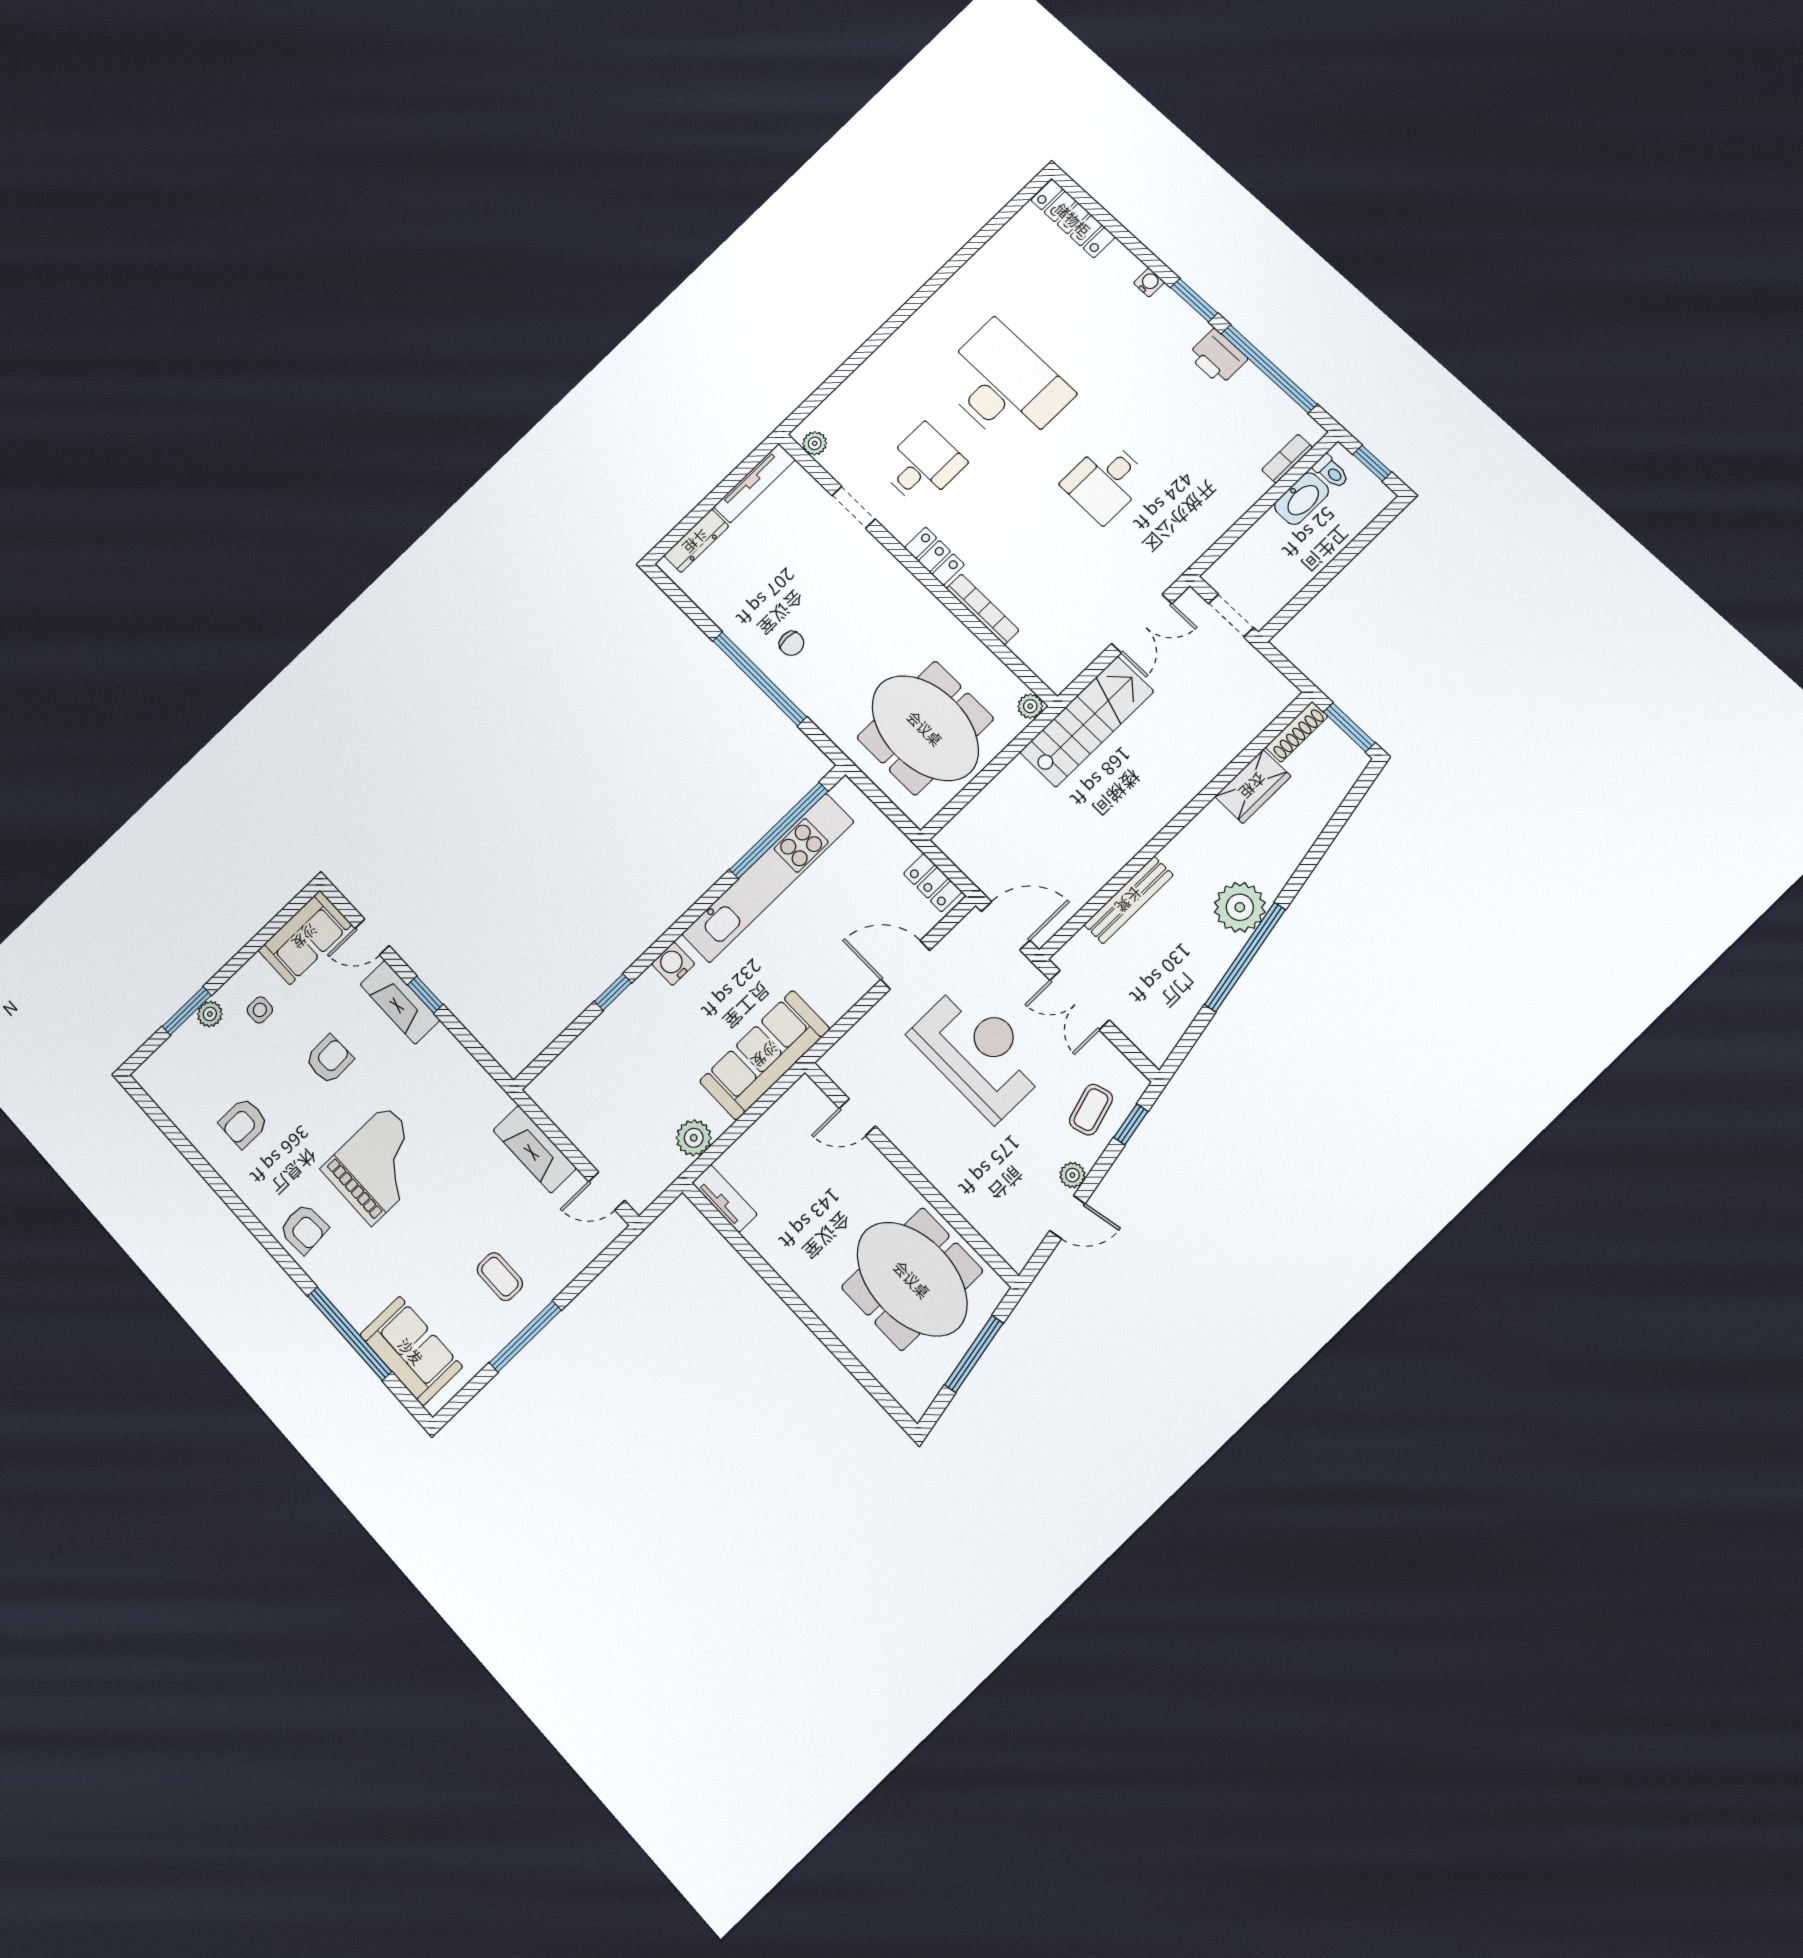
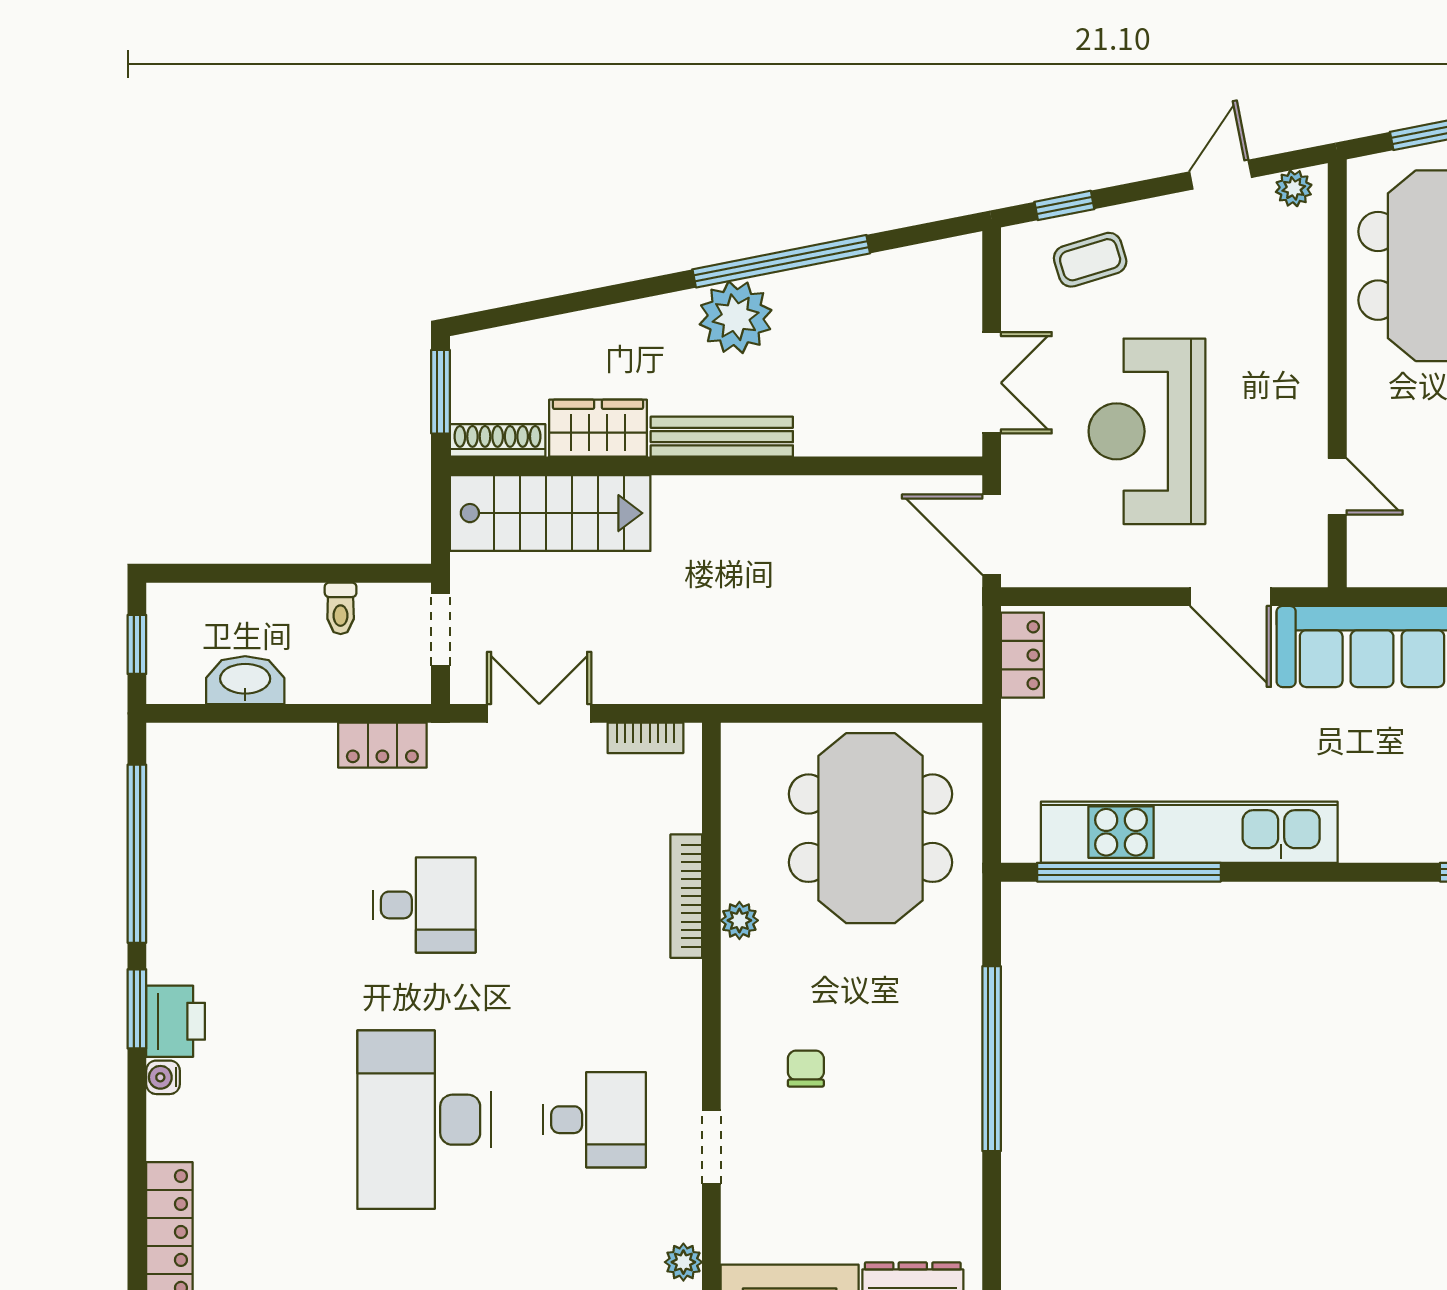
printer: (1217, 357) -> (176, 1021), moved
bookcase: (1287, 459) -> (645, 738), moved
desk: (922, 465) -> (594, 1120), turned 180
toilet: (1331, 471) -> (341, 608), moved, turned 180
locker: (934, 556) -> (382, 745), moved, turned -90
chair: (792, 643) -> (806, 1069), moved
plant: (1030, 706) -> (739, 920), moved
stairs: (1087, 722) -> (550, 513), moved, turned 180
bench: (1129, 900) -> (722, 437), moved
water cooler: (673, 964) -> (1376, 839), removed
door: (905, 965) -> (1230, 597), moved
plant: (1072, 1175) -> (1294, 188), moved
door: (1067, 1217) -> (1221, 175), hinge flipped

